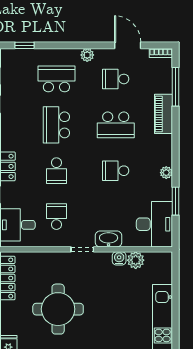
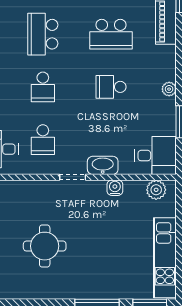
school desk: (56, 217) -> (43, 140), turned 180
desk: (154, 224) -> (155, 156), width x0.73
plant: (136, 260) -> (156, 190), moved
round table: (58, 309) -> (45, 246), width x0.73, depth x0.73

